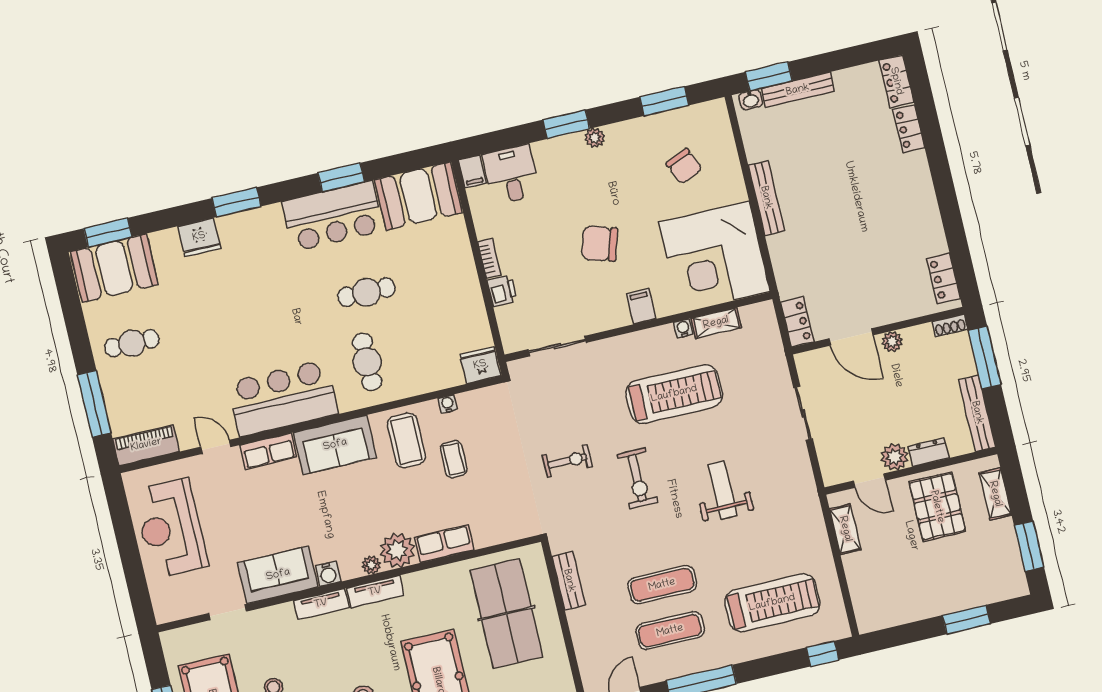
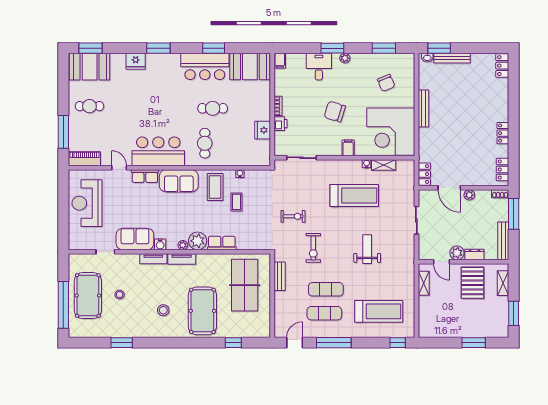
locker: (909, 129) -> (503, 133), moved
desk: (511, 174) -> (319, 67), moved
fridge: (480, 365) -> (263, 130), moved, turned -90
exercise bike: (637, 478) -> (313, 248), moved

